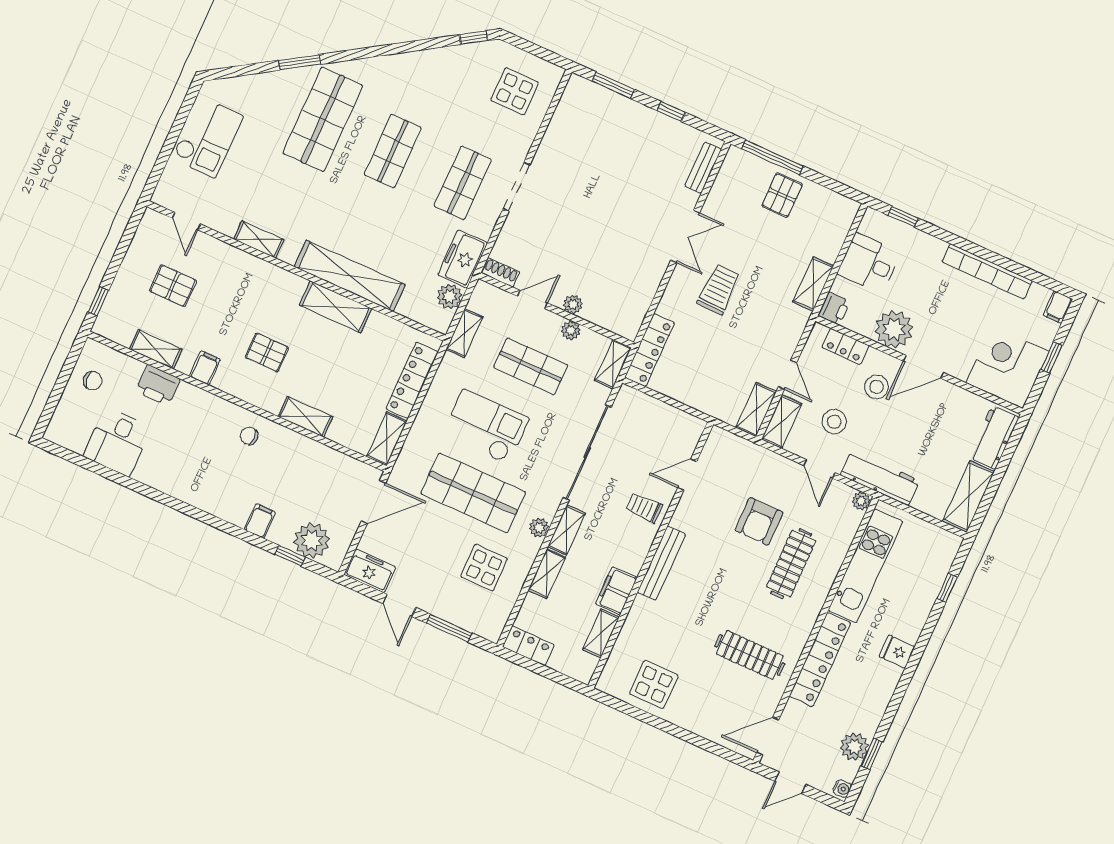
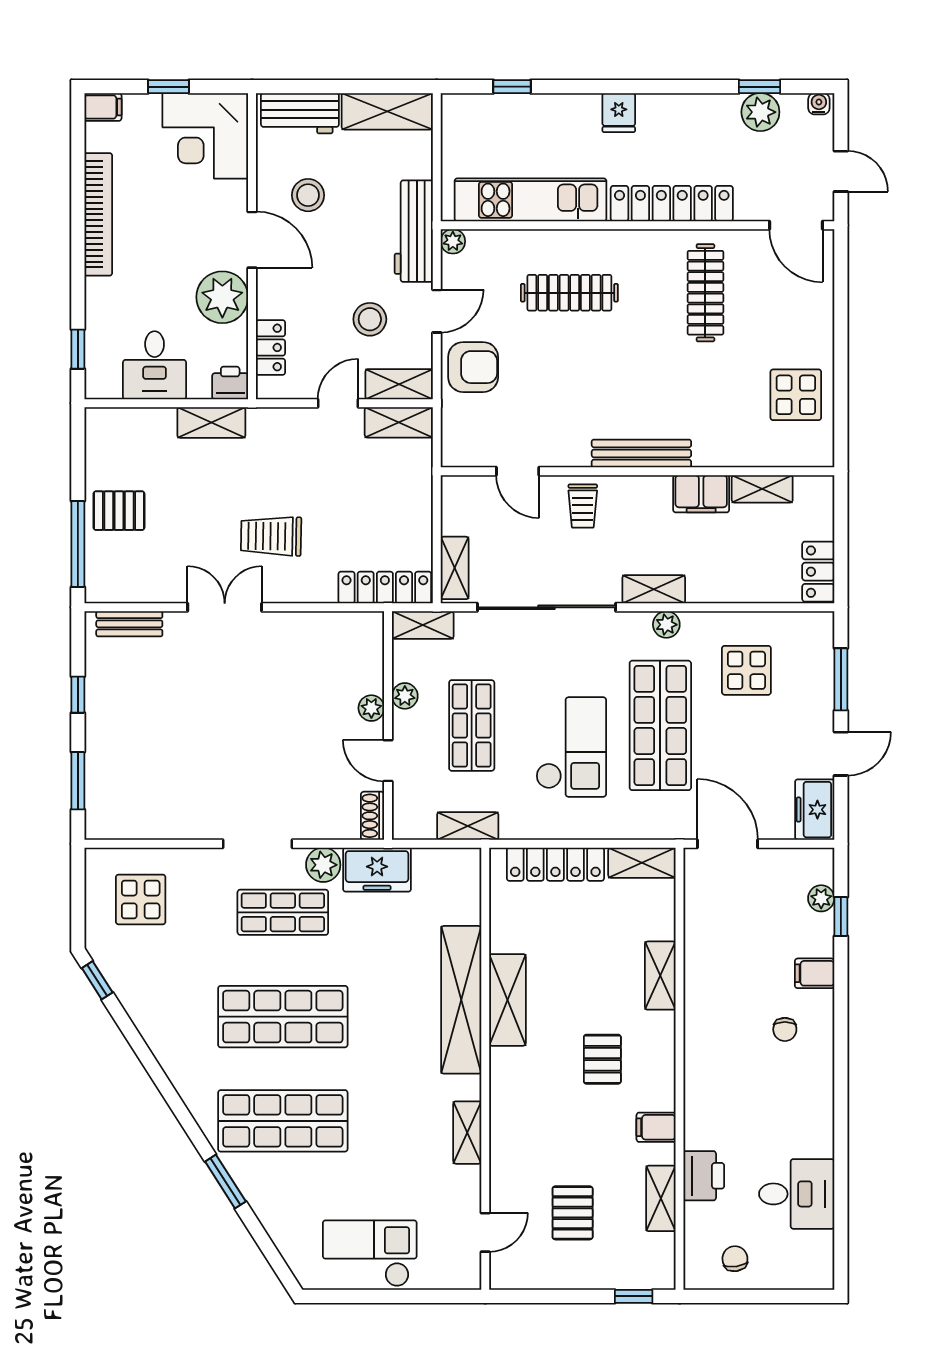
shop shelf: (393, 151) -> (283, 1017), width x1.43, depth x1.36
plant: (450, 297) -> (323, 865), moved
stool: (877, 387) -> (308, 195), moved
checkout: (486, 427) -> (571, 747), turned 180
chair: (249, 436) -> (785, 1029), moved
armchair: (759, 521) -> (473, 367), moved
plant: (312, 541) -> (821, 898), width x0.53, depth x0.53
shelving: (547, 574) -> (455, 568), moved, turned 90

